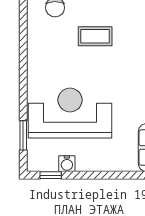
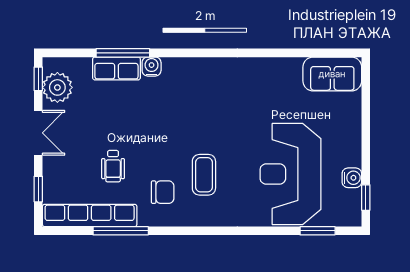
coffee table: (95, 36) -> (204, 175), moved

